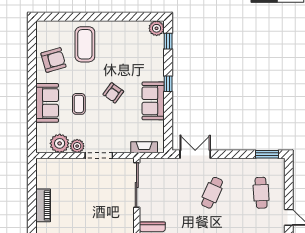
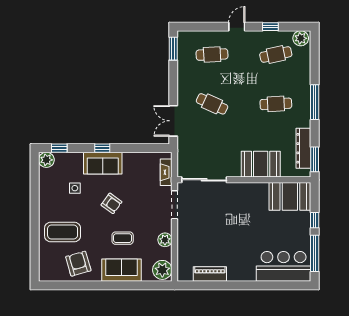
side table: (128, 57) -> (75, 188), added
sofa: (153, 101) -> (103, 163), moved
plant: (60, 143) -> (162, 270), moved
doorway: (99, 156) -> (175, 205), moved
piano: (43, 205) -> (210, 274), moved

